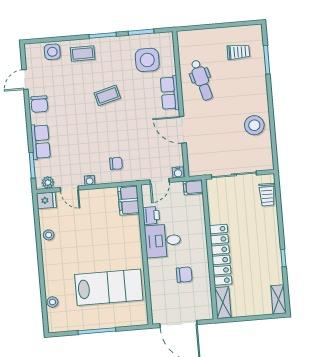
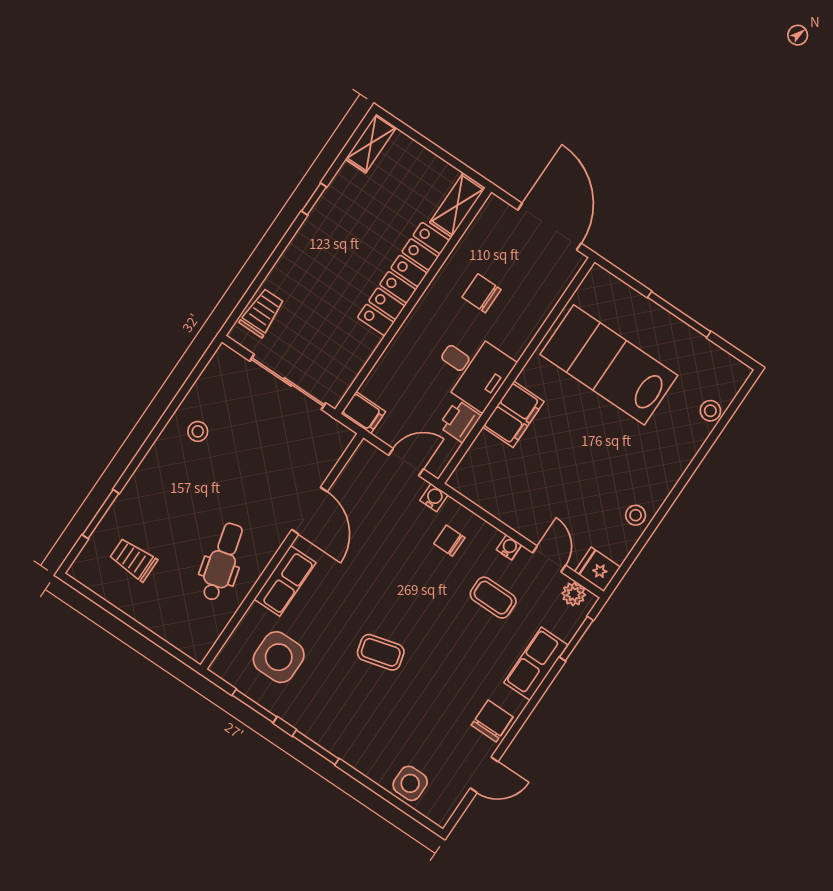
coffee table: (83, 53) -> (493, 598), moved
stool: (254, 125) -> (198, 431), width x0.53, depth x0.53
water cooler: (178, 172) -> (434, 498), moved
filing cabinet: (129, 200) -> (513, 414), moved

